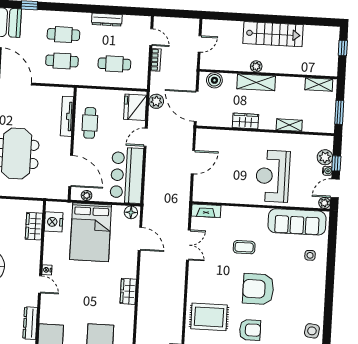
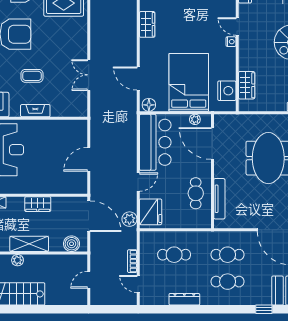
plant: (256, 66) -> (18, 260), moved
fireplace: (206, 211) -> (35, 111), moved

